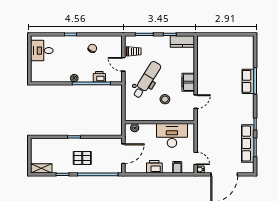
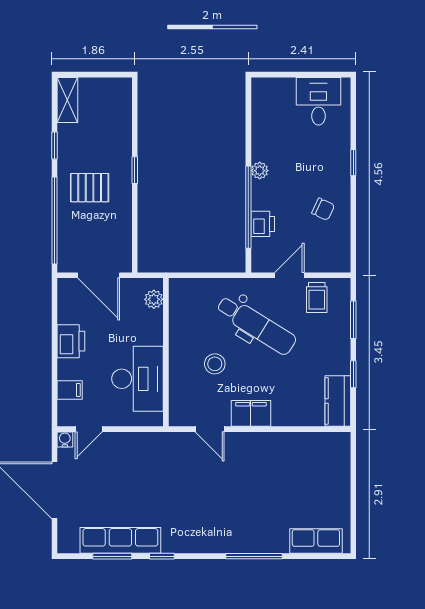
row of seats: (248, 81) -> (316, 541), moved
pallet: (82, 158) -> (90, 188), turned 90

